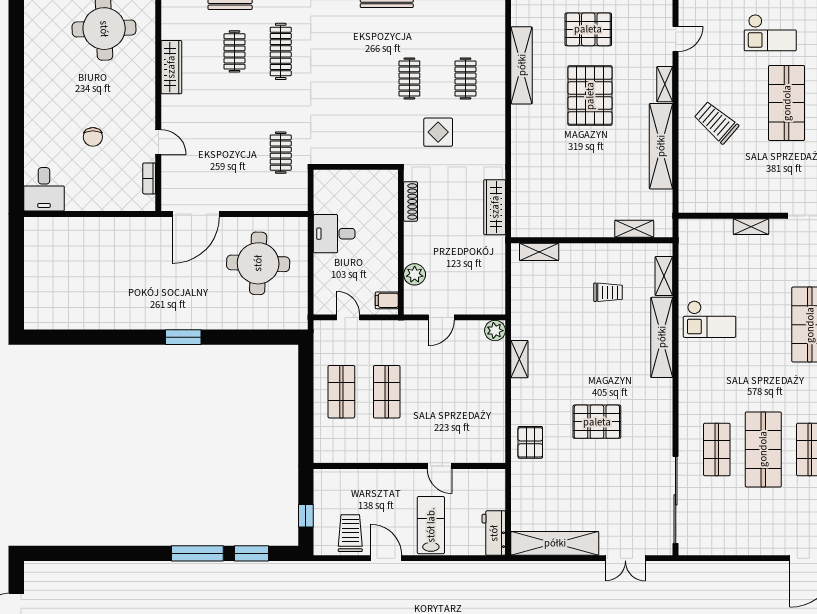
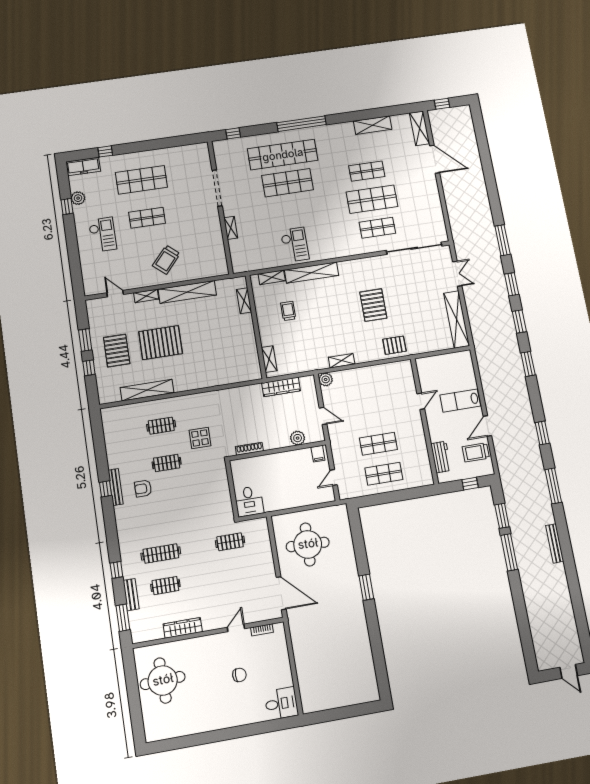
armchair: (378, 39) -> (143, 488), added
shop shelf: (787, 103) -> (147, 218), width x0.70, depth x0.74
wardrobe: (495, 207) -> (281, 387), moved
desk: (334, 234) -> (249, 501), moved
workbench: (494, 533) -> (441, 457), moved, turned -90

